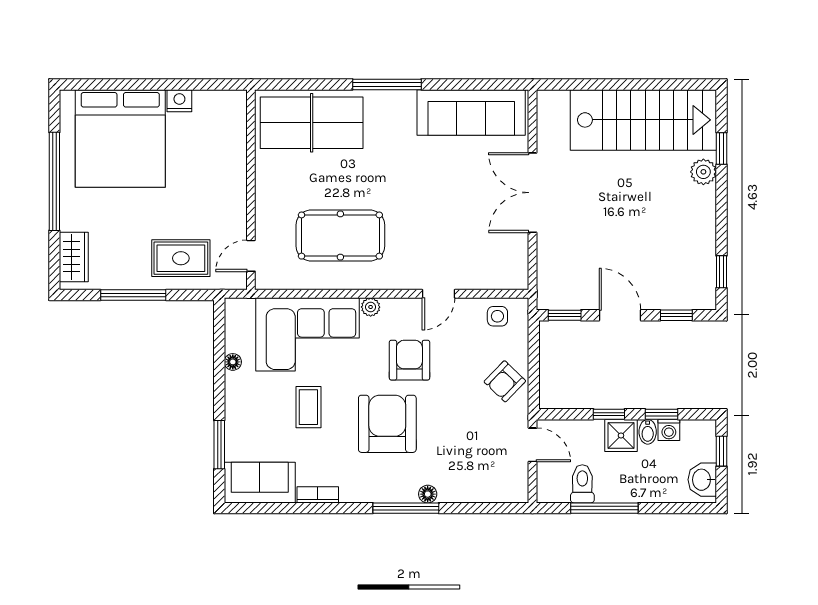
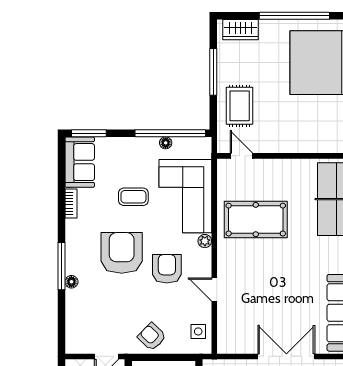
pool table: (340, 236) -> (256, 220), turned 90
window: (219, 356) -> (170, 133), added
armchair: (409, 360) -> (167, 269), turned -90
armchair: (387, 424) -> (122, 253), turned -90
window: (219, 445) -> (89, 133), moved

